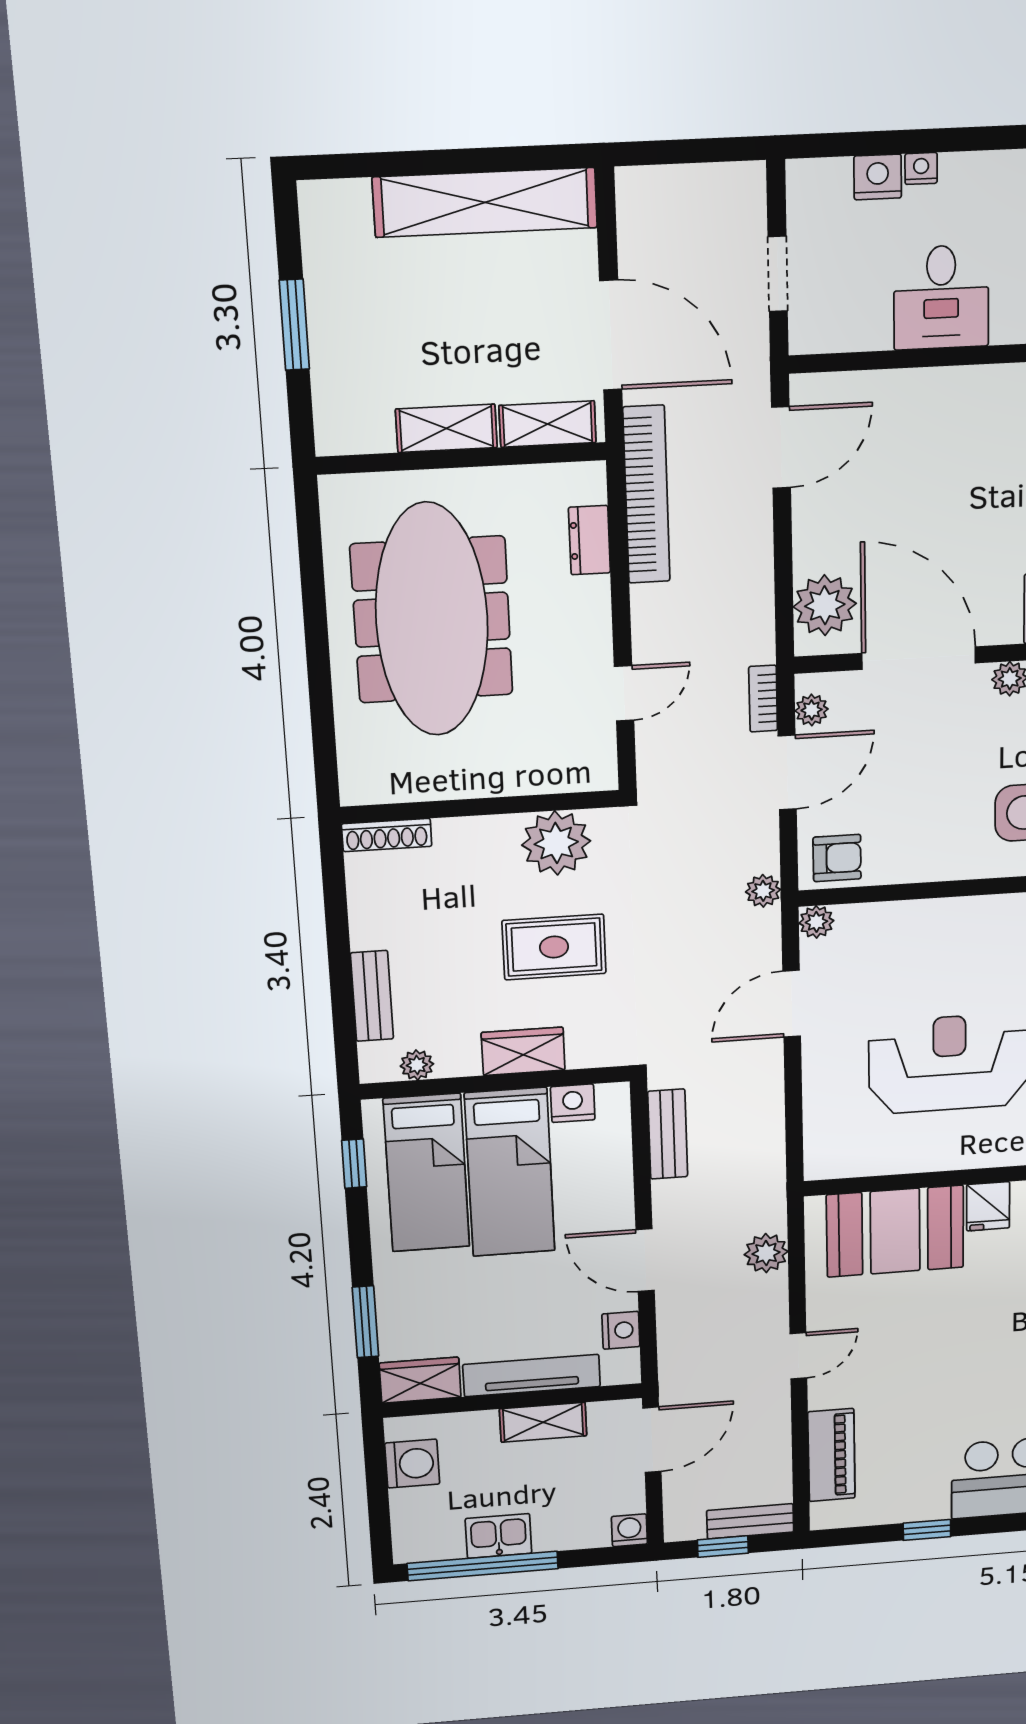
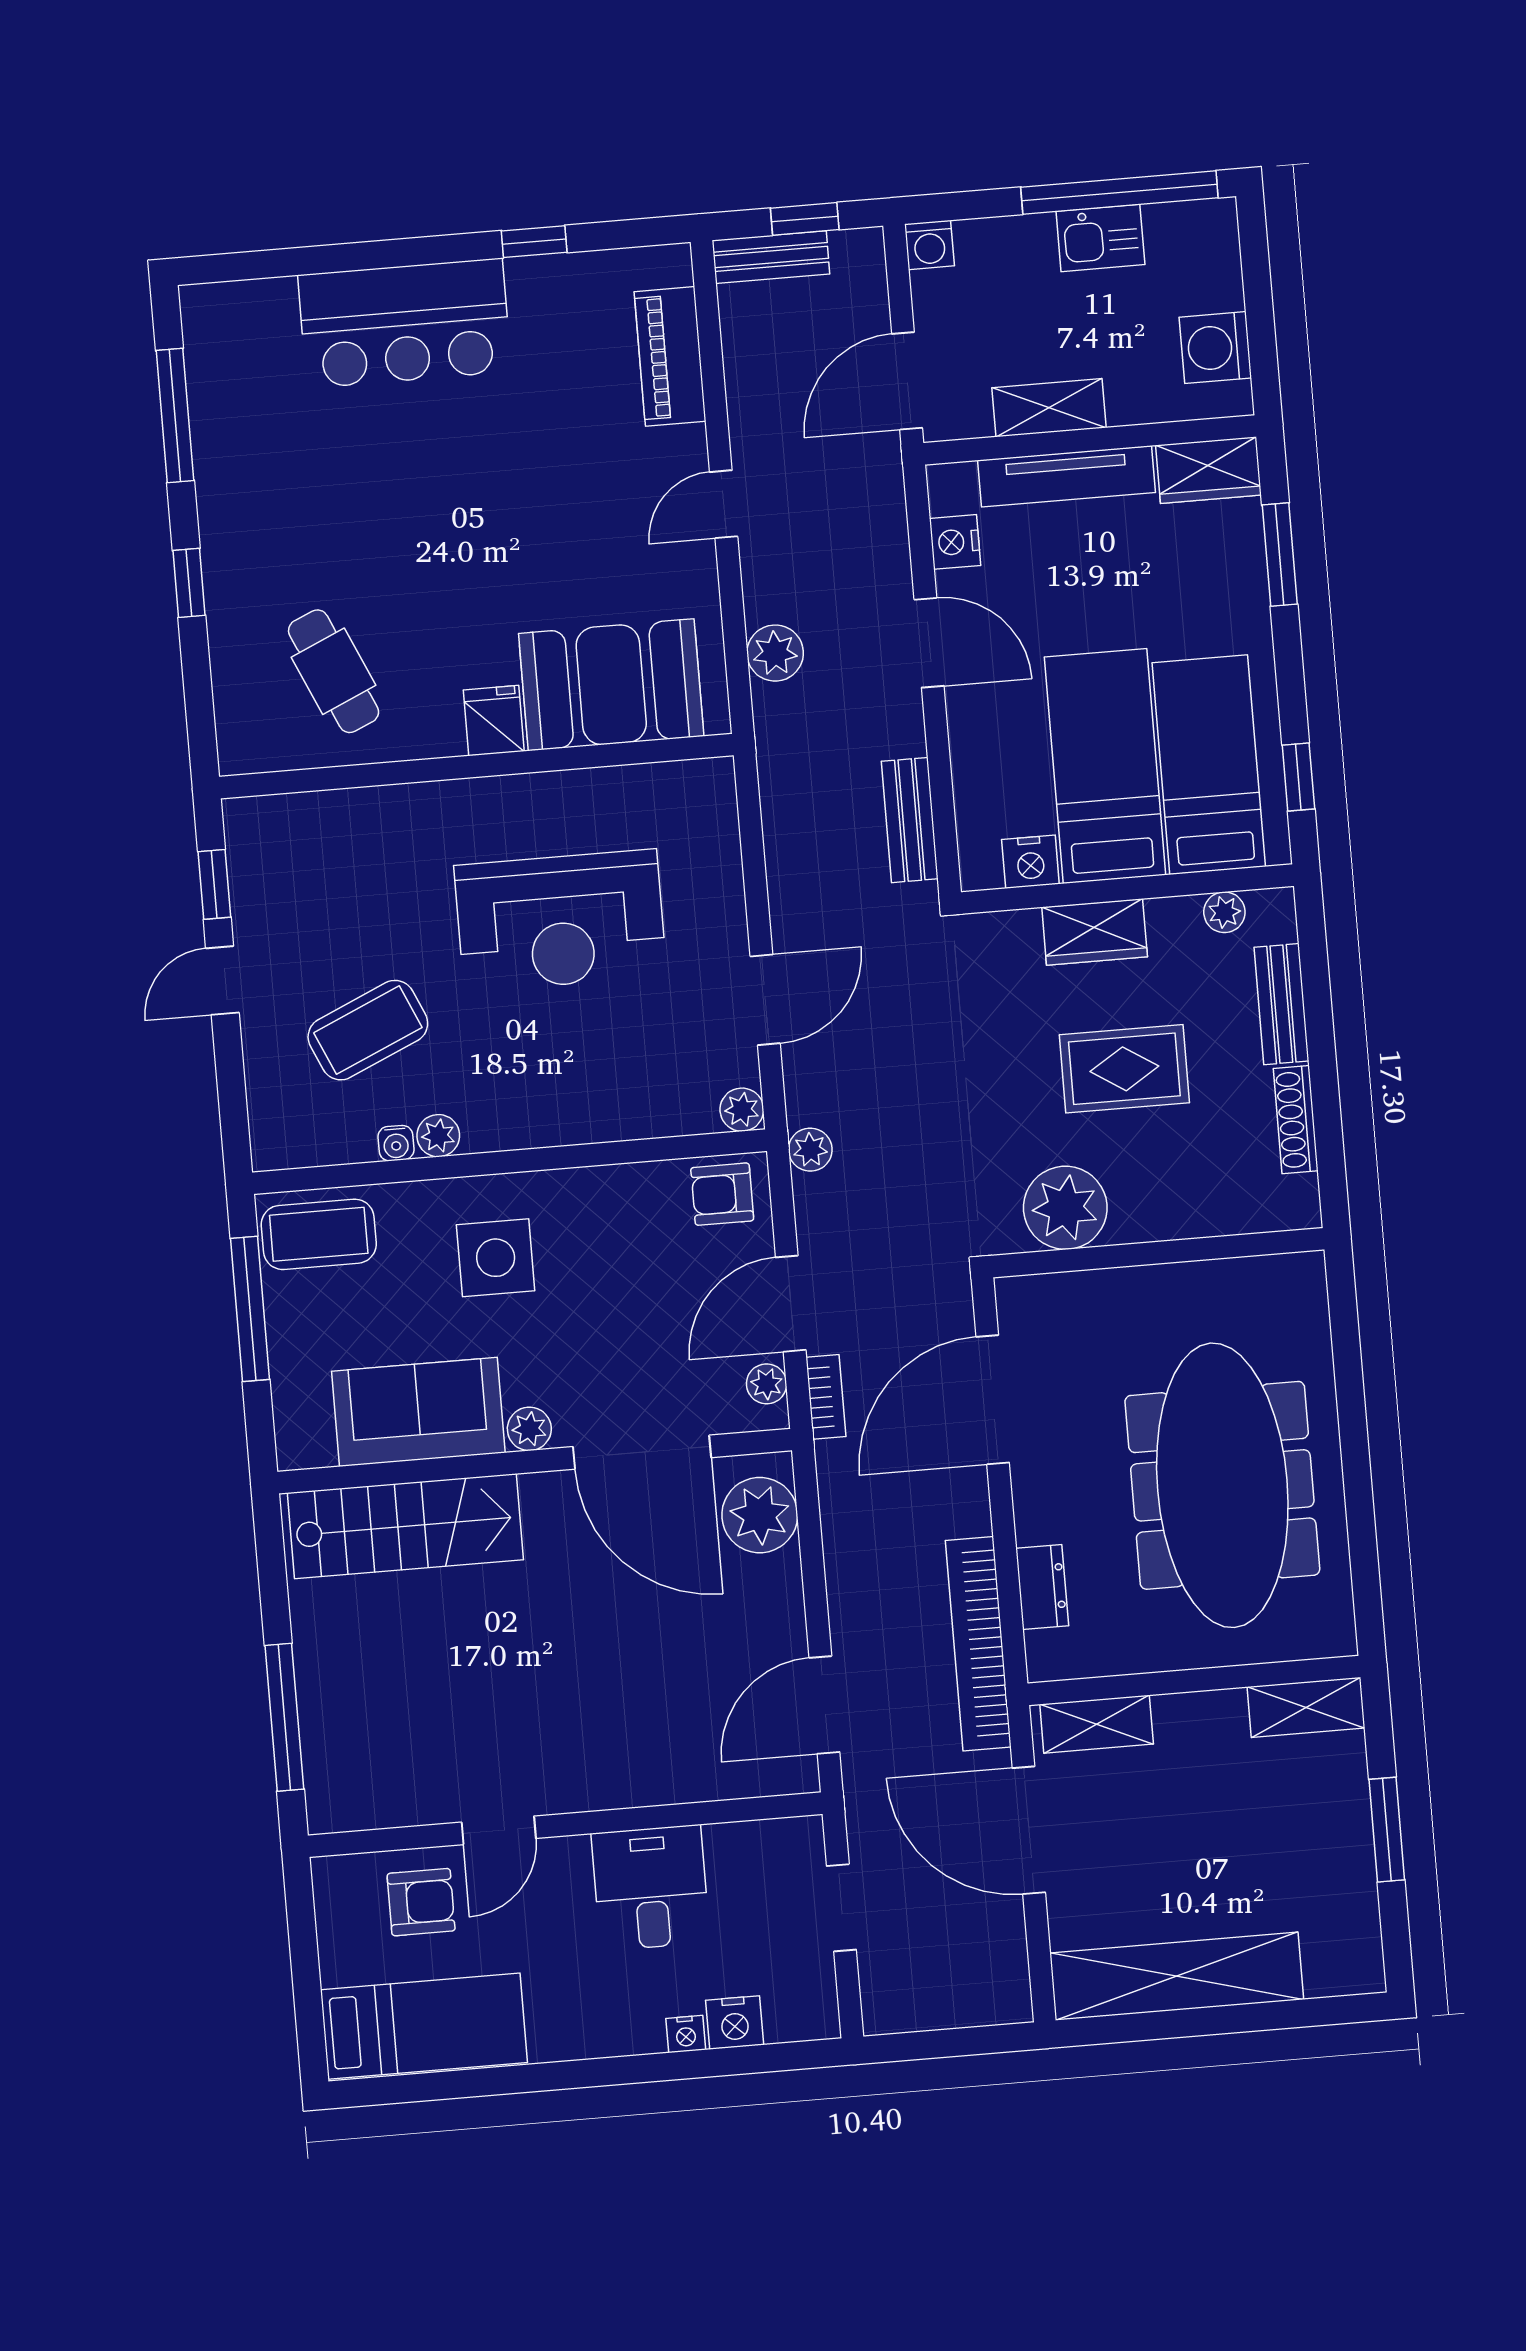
shelving: (446, 428) -> (1306, 1707), moved
door: (624, 693) -> (993, 1400), width x1.88
shoe rack: (387, 835) -> (1296, 1120), moved, turned -90
rug: (554, 947) -> (1124, 1069), moved

